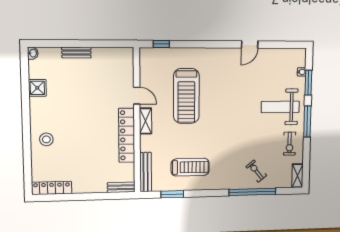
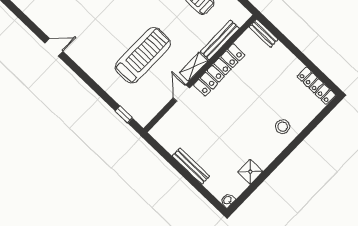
bench: (76, 53) -> (191, 166), width x1.36
bench: (146, 172) -> (220, 40), moved

